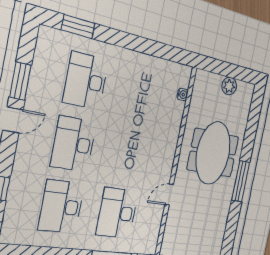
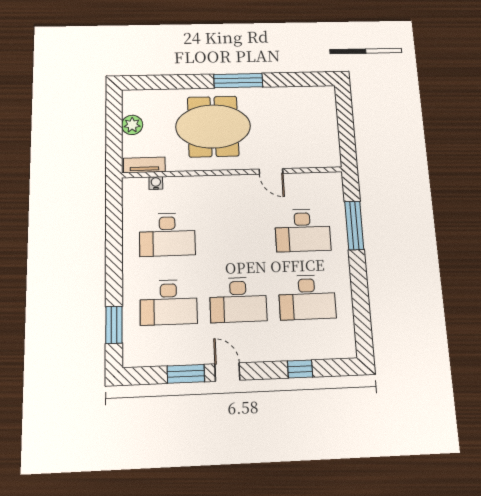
tv unit: (198, 88) -> (144, 165), added
desk: (141, 94) -> (167, 235), added

